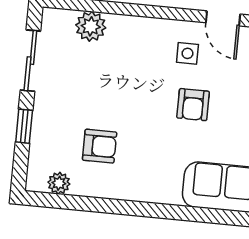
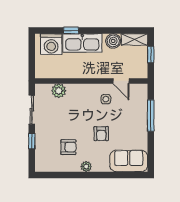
armchair: (193, 105) -> (101, 134), moved
plant: (59, 183) -> (86, 166), moved

